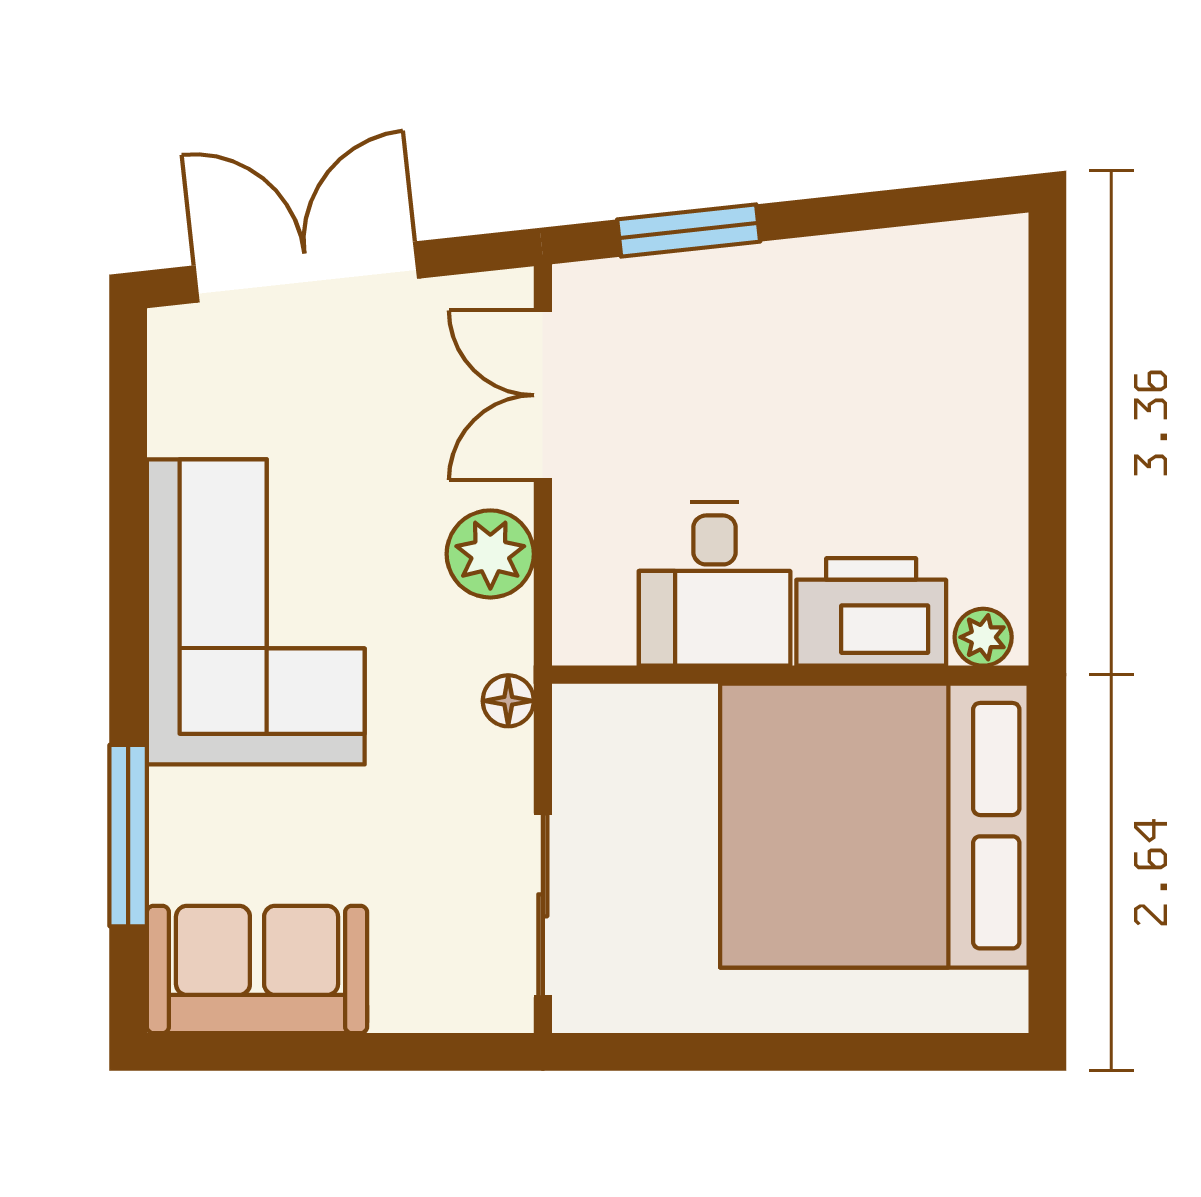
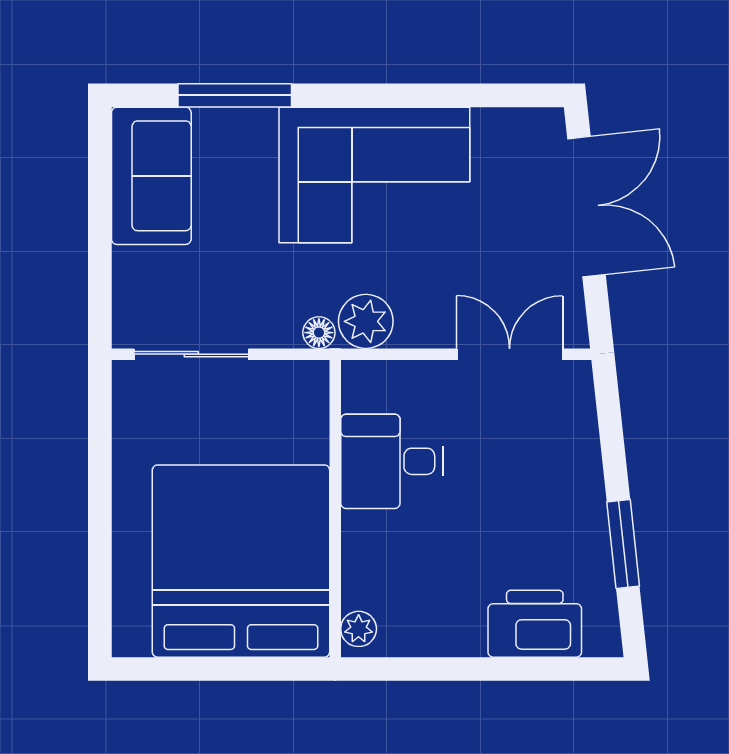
window: (689, 231) -> (623, 544), moved
plant: (490, 554) -> (366, 321), moved
printer: (871, 612) -> (535, 624), moved, turned -90

